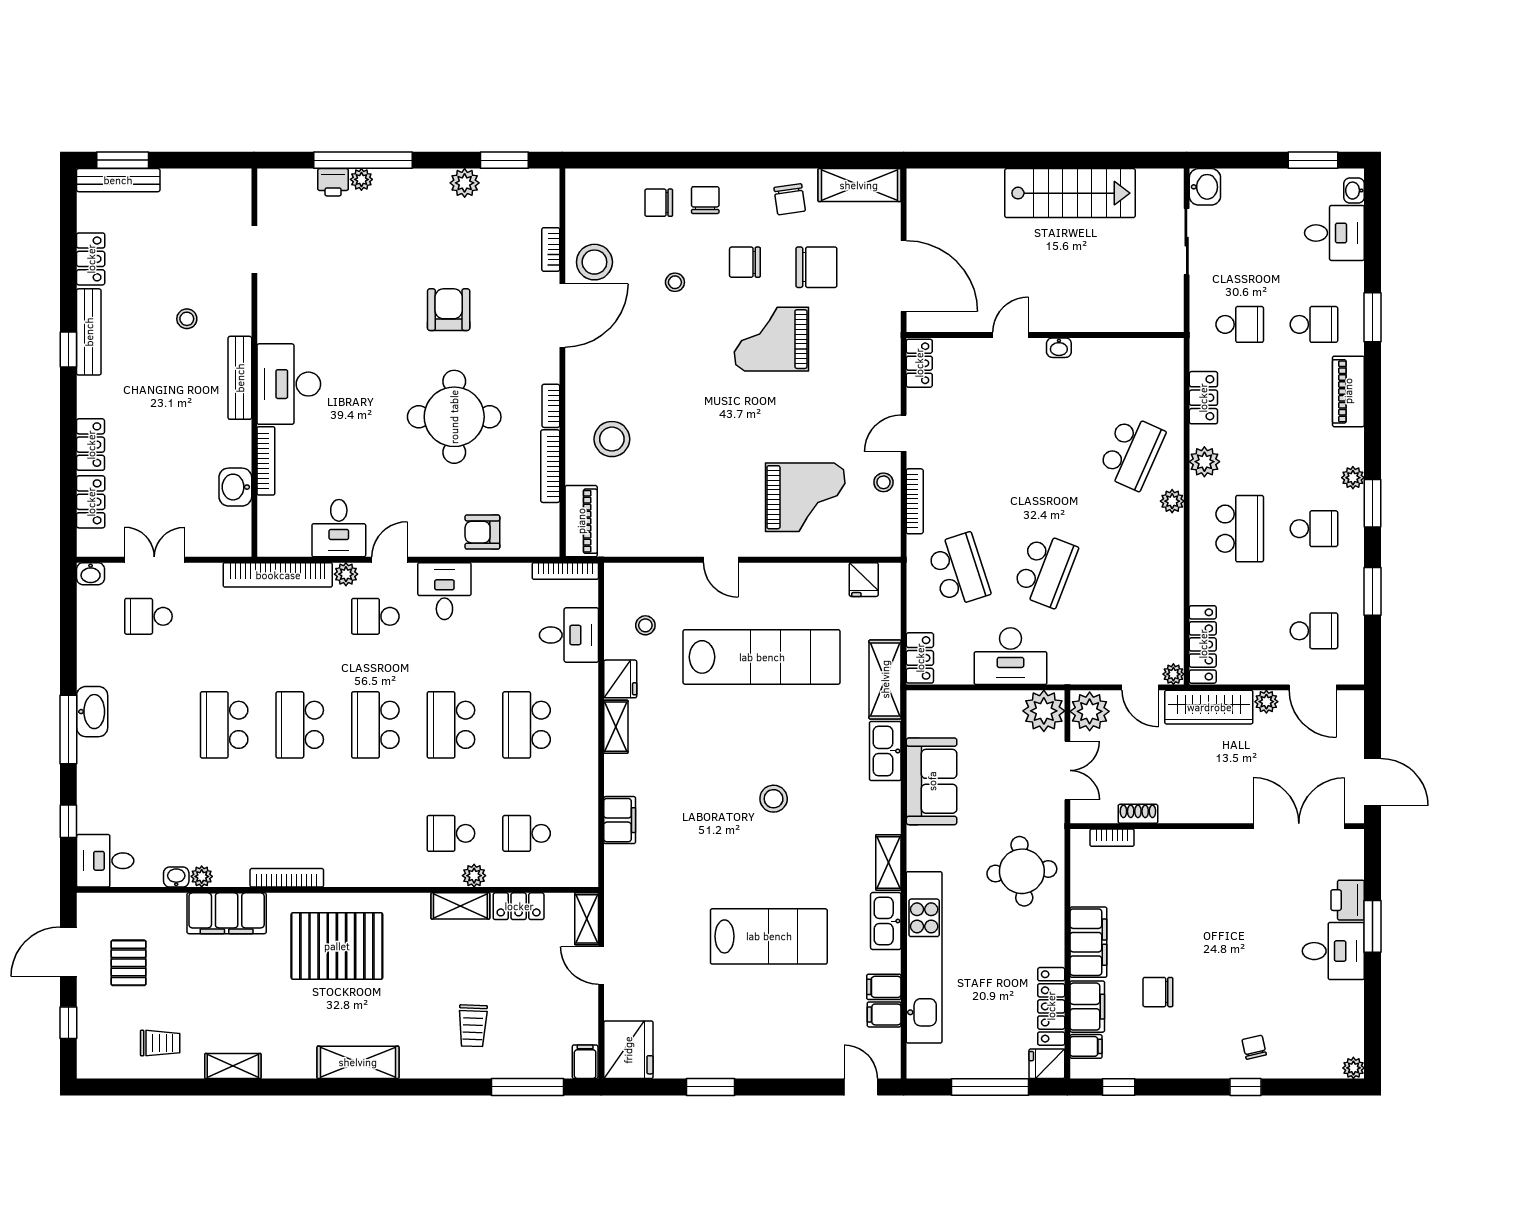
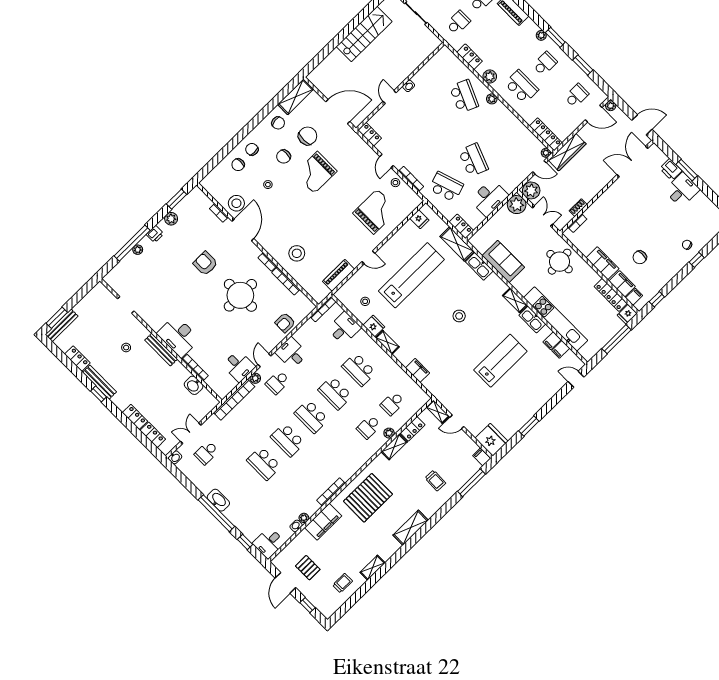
printer: (333, 182) -> (155, 234), moved
piano: (581, 521) -> (339, 275), moved, turned -90
plant: (1266, 702) -> (611, 106), moved
window: (68, 730) -> (216, 513), width x1.46

